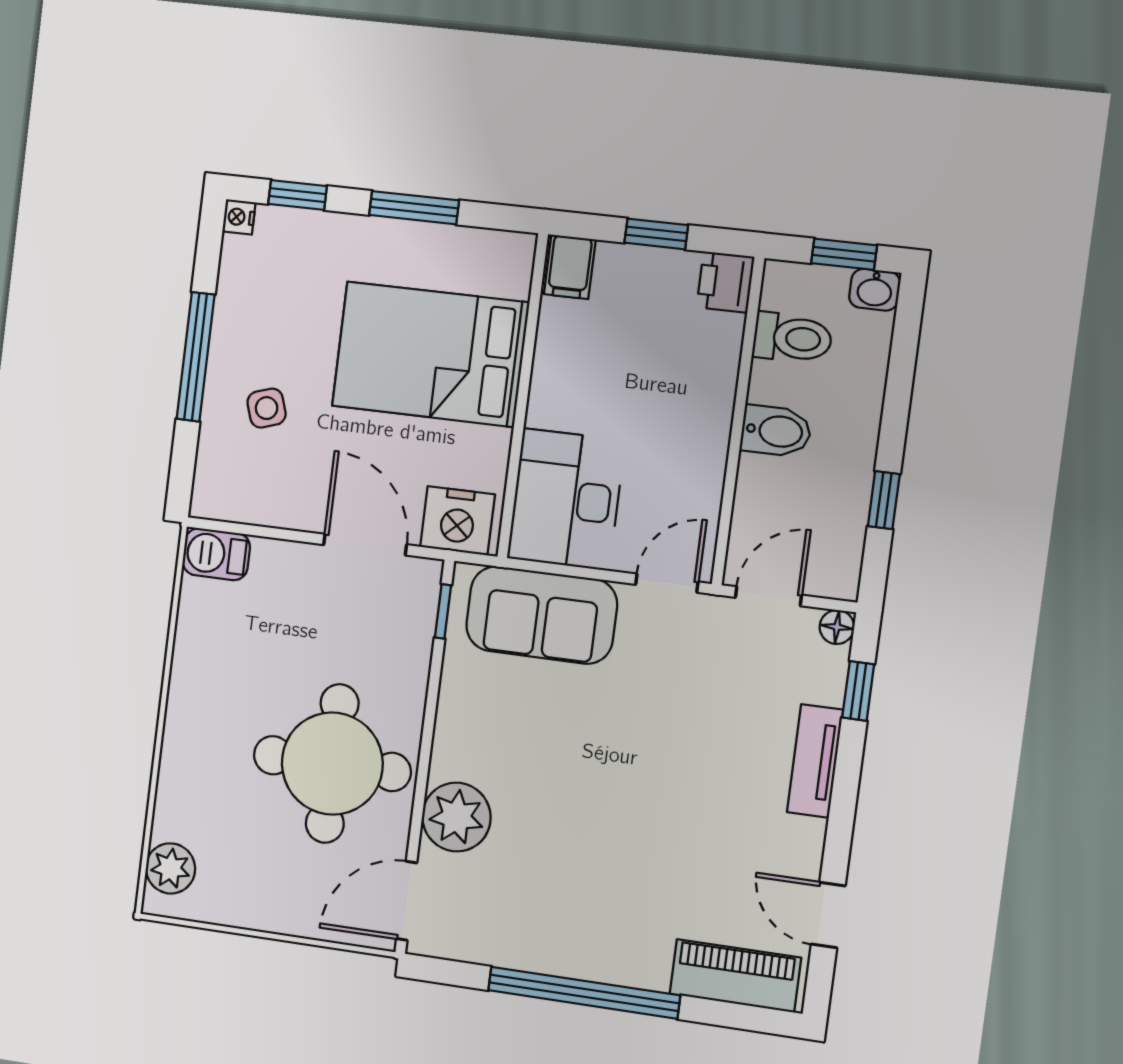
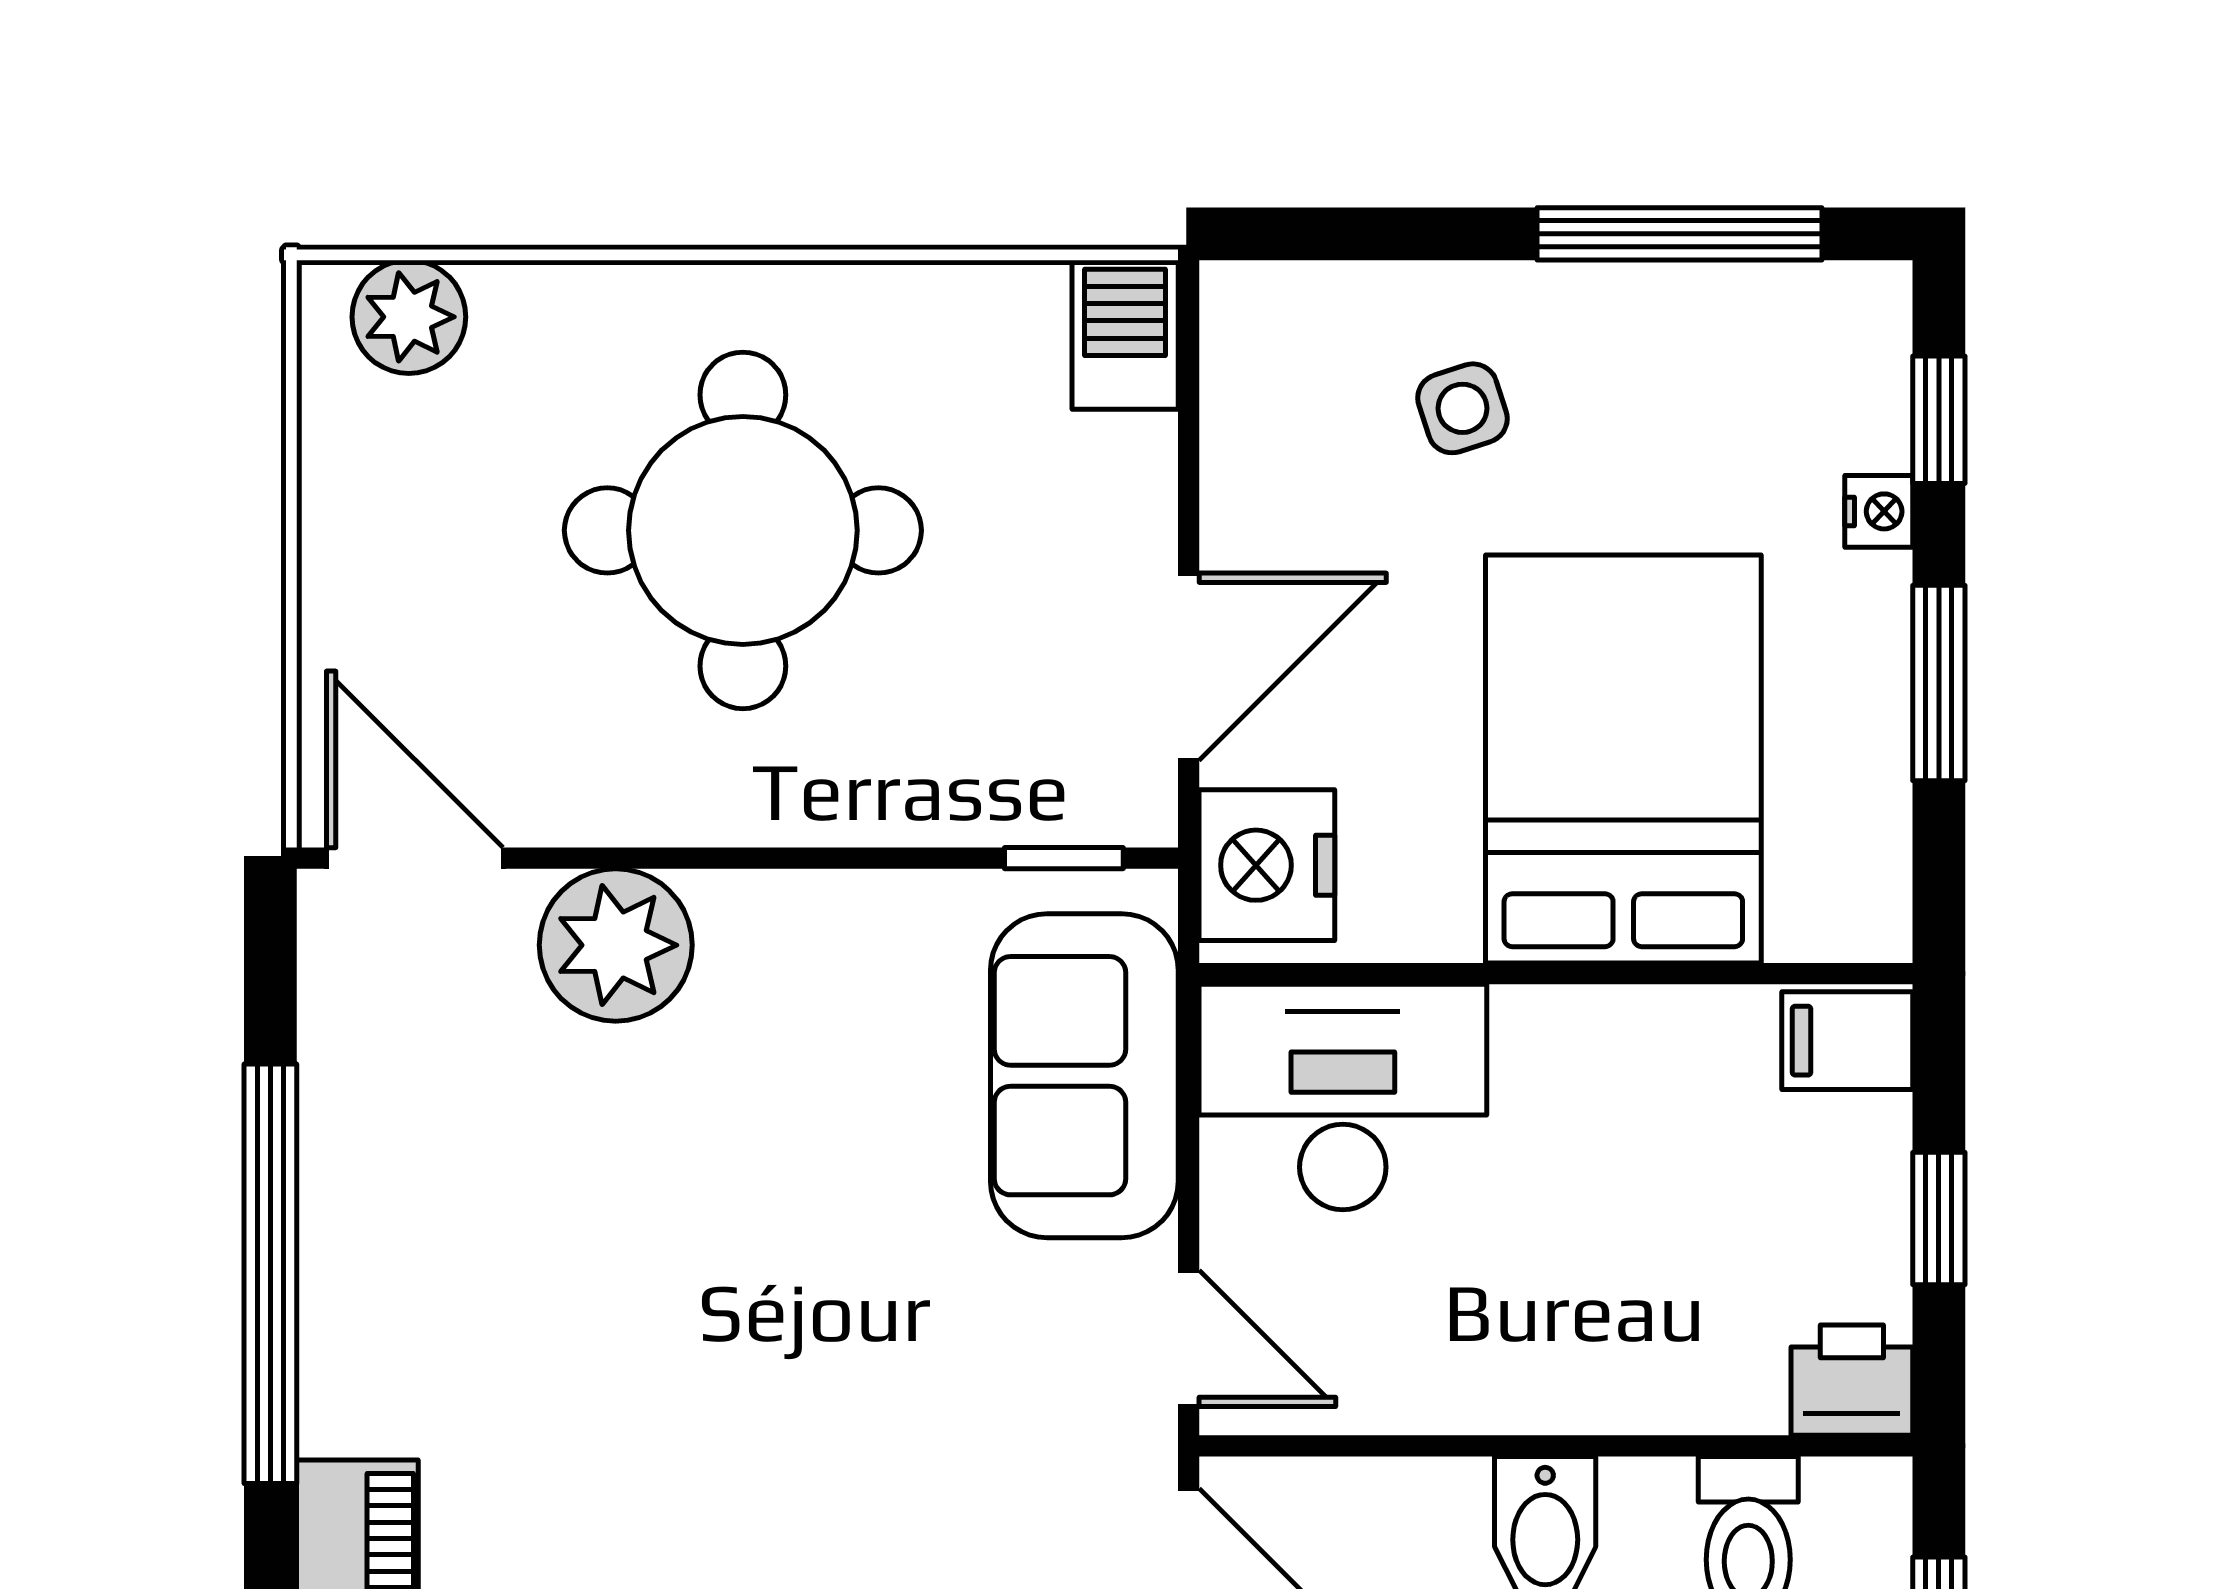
nightstand: (239, 217) -> (1879, 511), moved, turned 90
window: (196, 357) -> (1680, 234), moved
round table: (332, 764) -> (743, 530), moved

